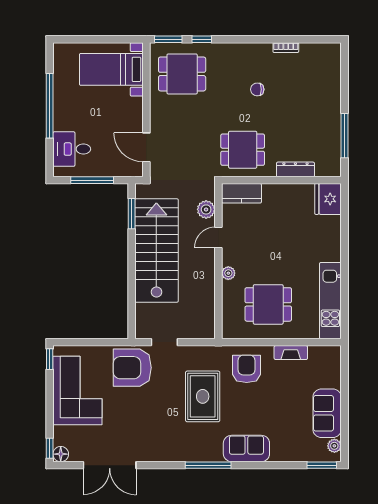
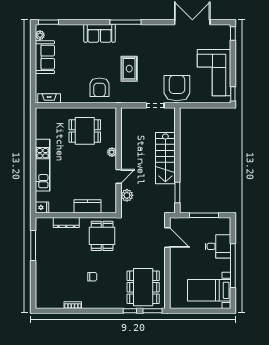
bed with nightstands: (111, 69) -> (209, 290), moved, turned 180
dining table: (182, 74) -> (143, 287), width x1.37
desk: (72, 149) -> (218, 246), moved
dining table: (243, 150) -> (102, 236), turned 90
kitchen counter: (241, 193) -> (88, 206), moved
fridge: (328, 199) -> (42, 207), width x0.53, depth x0.75
stairs: (156, 251) -> (165, 158), width x0.73, depth x0.66
kitchen unit: (330, 301) -> (43, 165), moved
fireplace: (291, 353) -> (49, 98), moved
armchair: (132, 368) -> (177, 88), turned -90
rug: (203, 396) -> (129, 69), width x0.73, depth x0.70
floor lamp: (61, 454) -> (225, 30), removed

